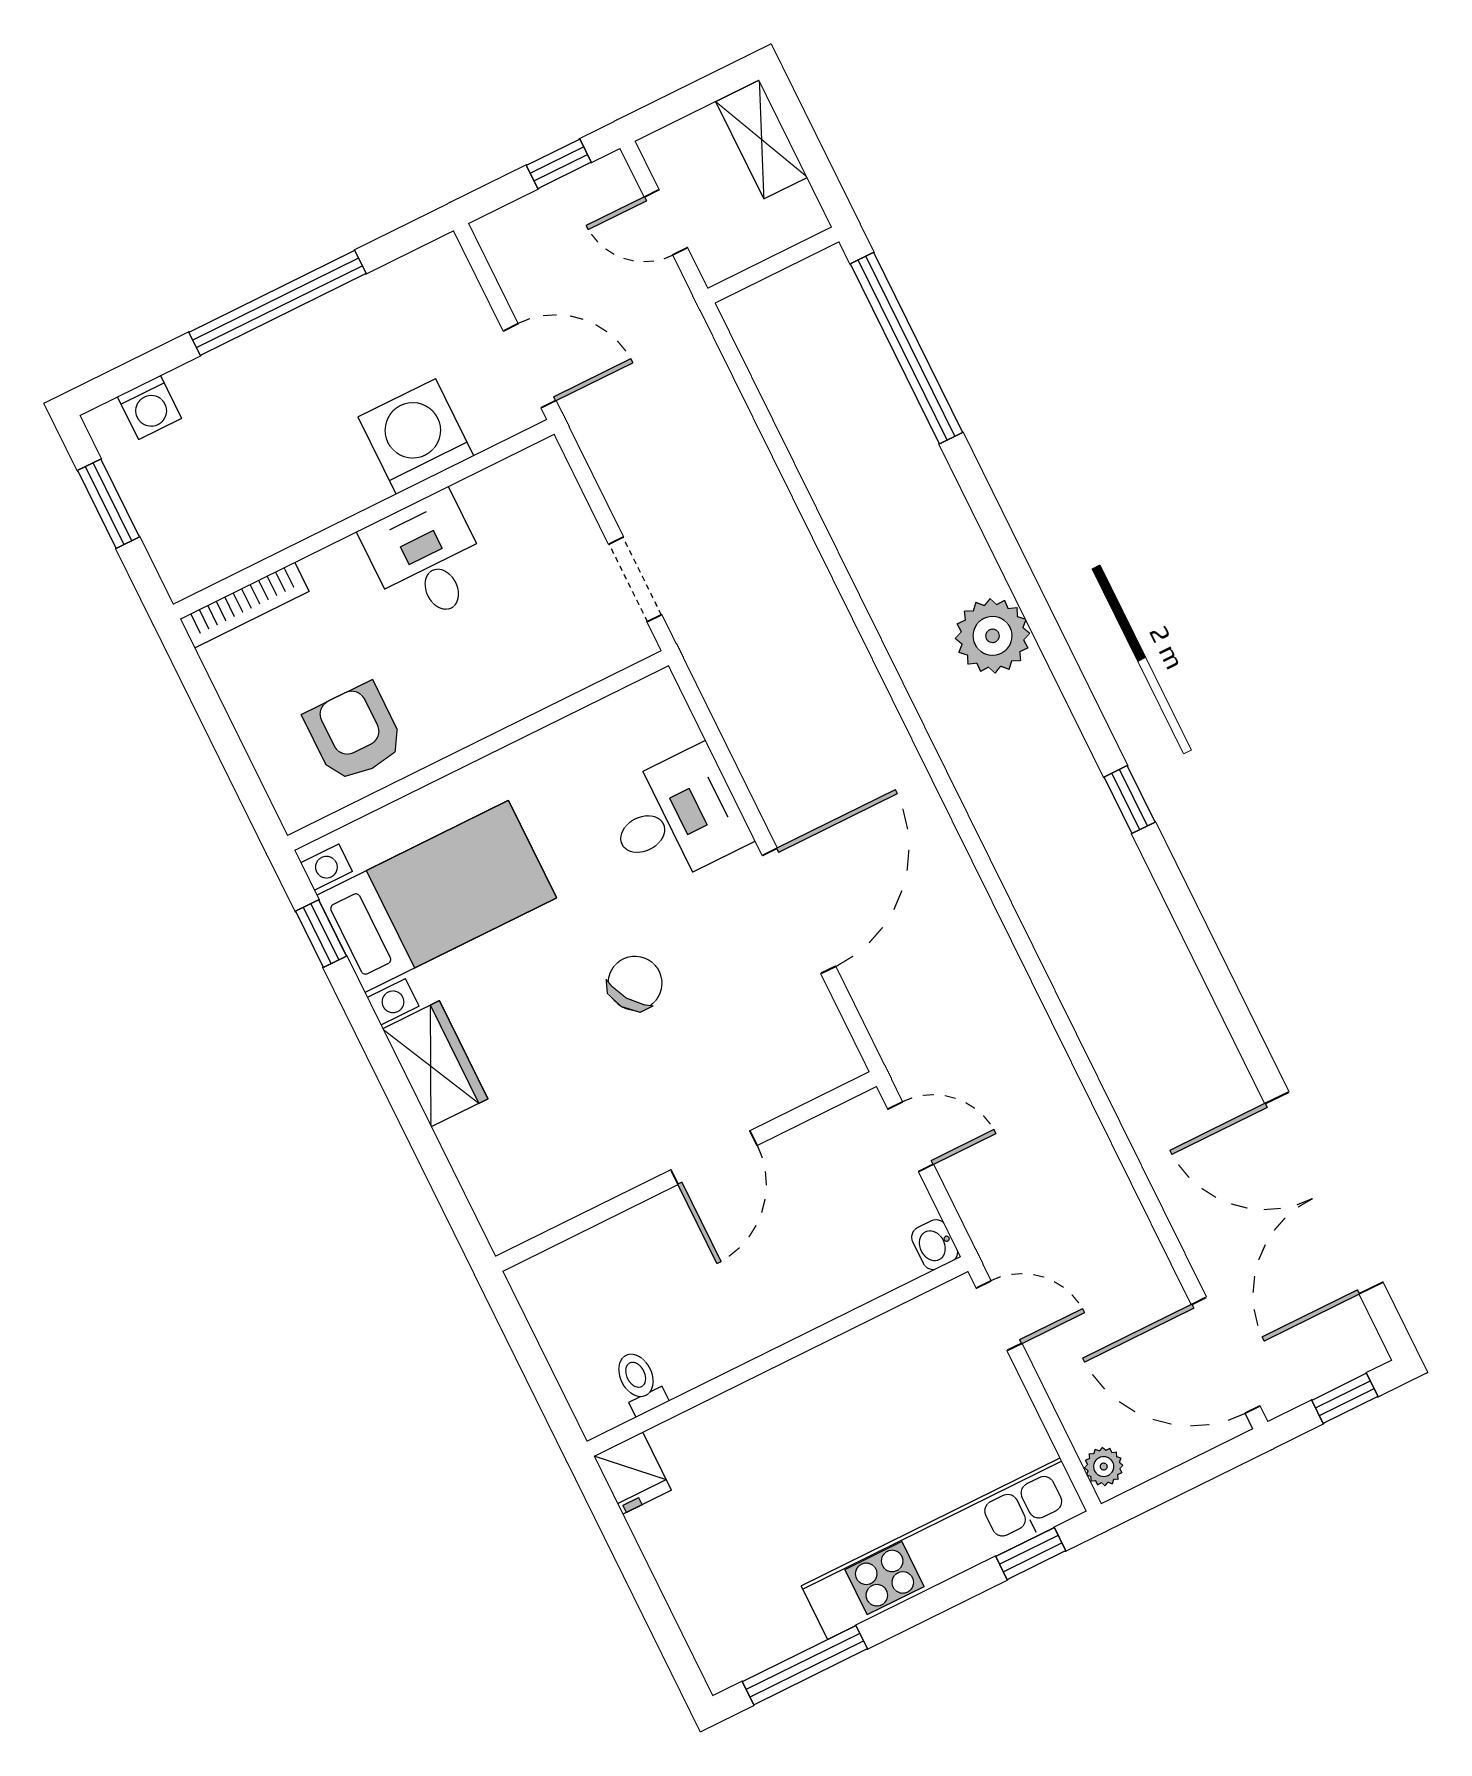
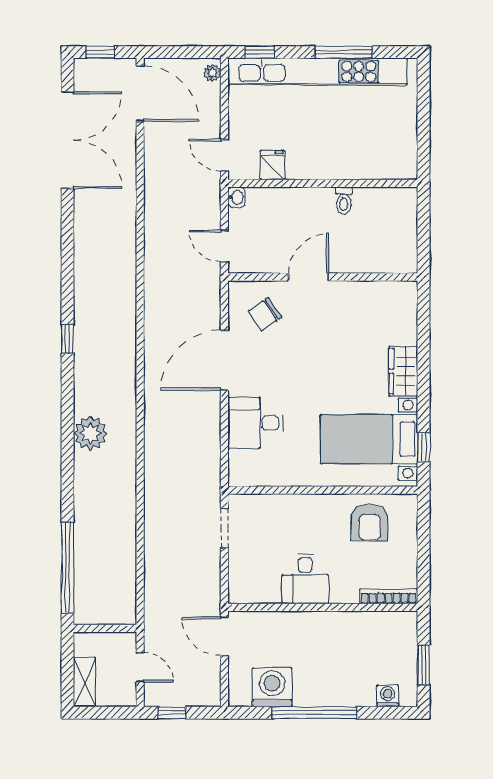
washing machine: (416, 437) -> (272, 687), moved, turned 180
chair: (635, 983) -> (265, 314), moved
toilet: (639, 1382) -> (344, 201), moved
fridge: (632, 1473) -> (273, 165), moved
kitchen unit: (944, 1549) -> (318, 72), width x1.36
window: (805, 1665) -> (344, 52), moved

